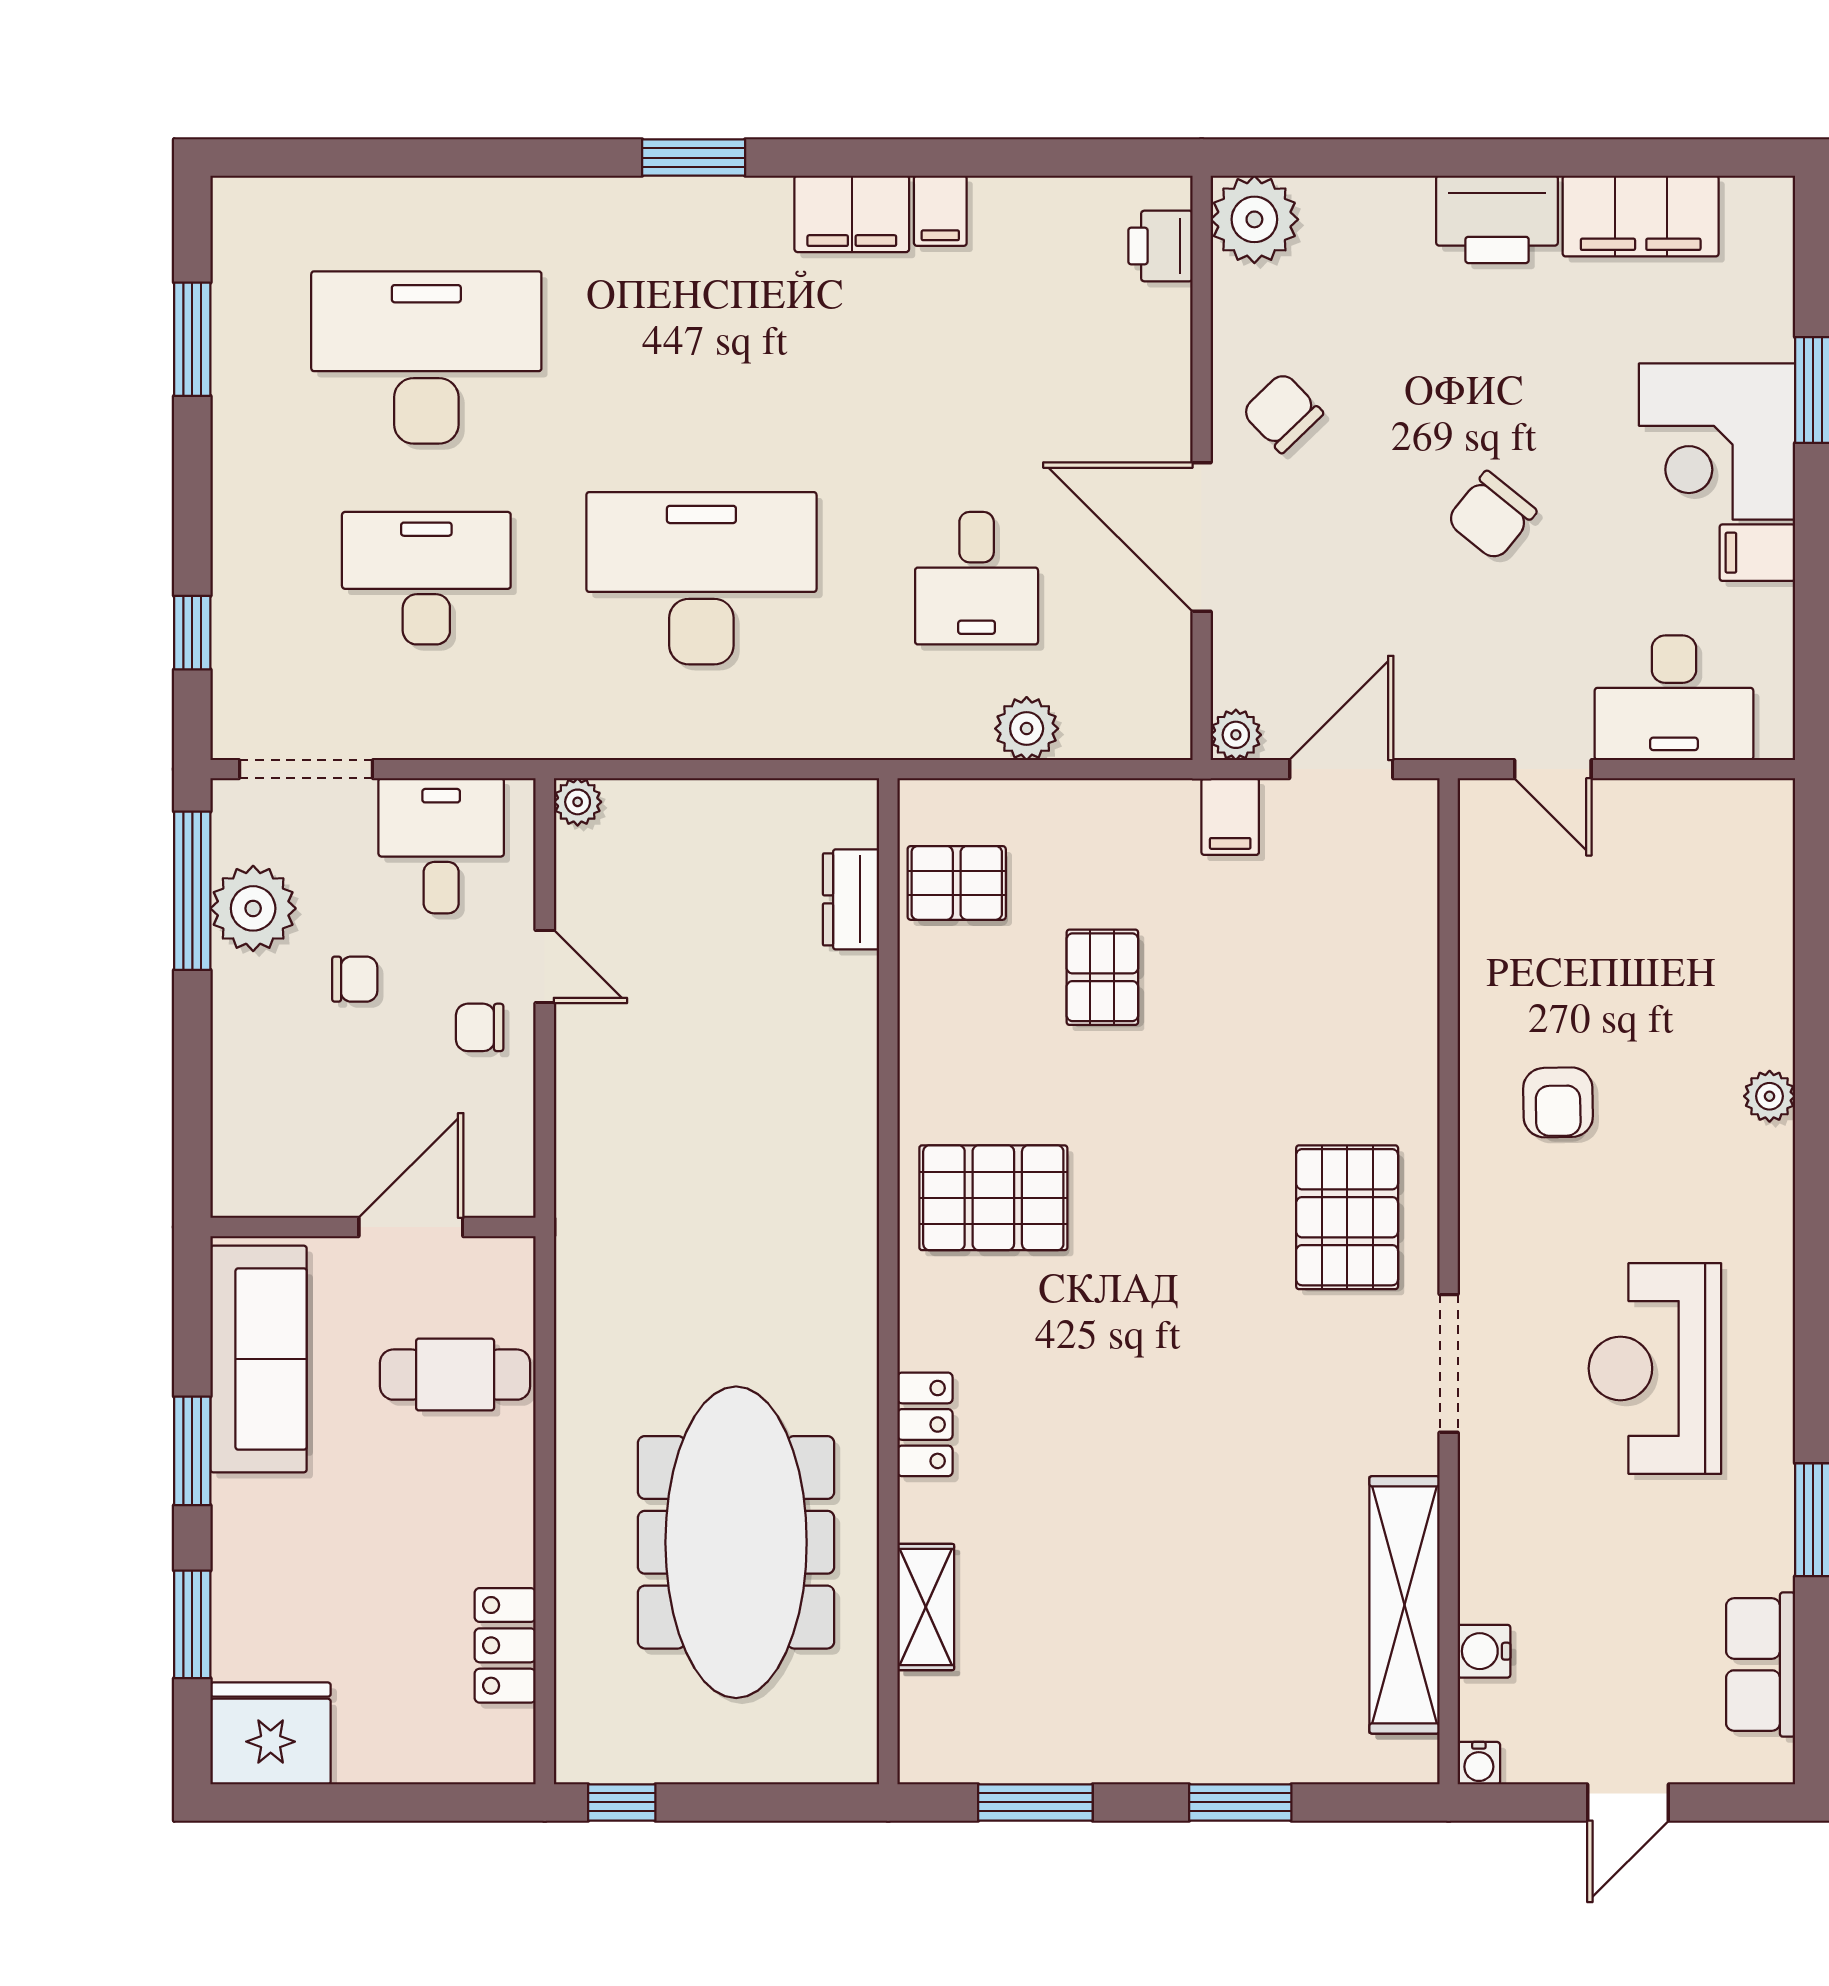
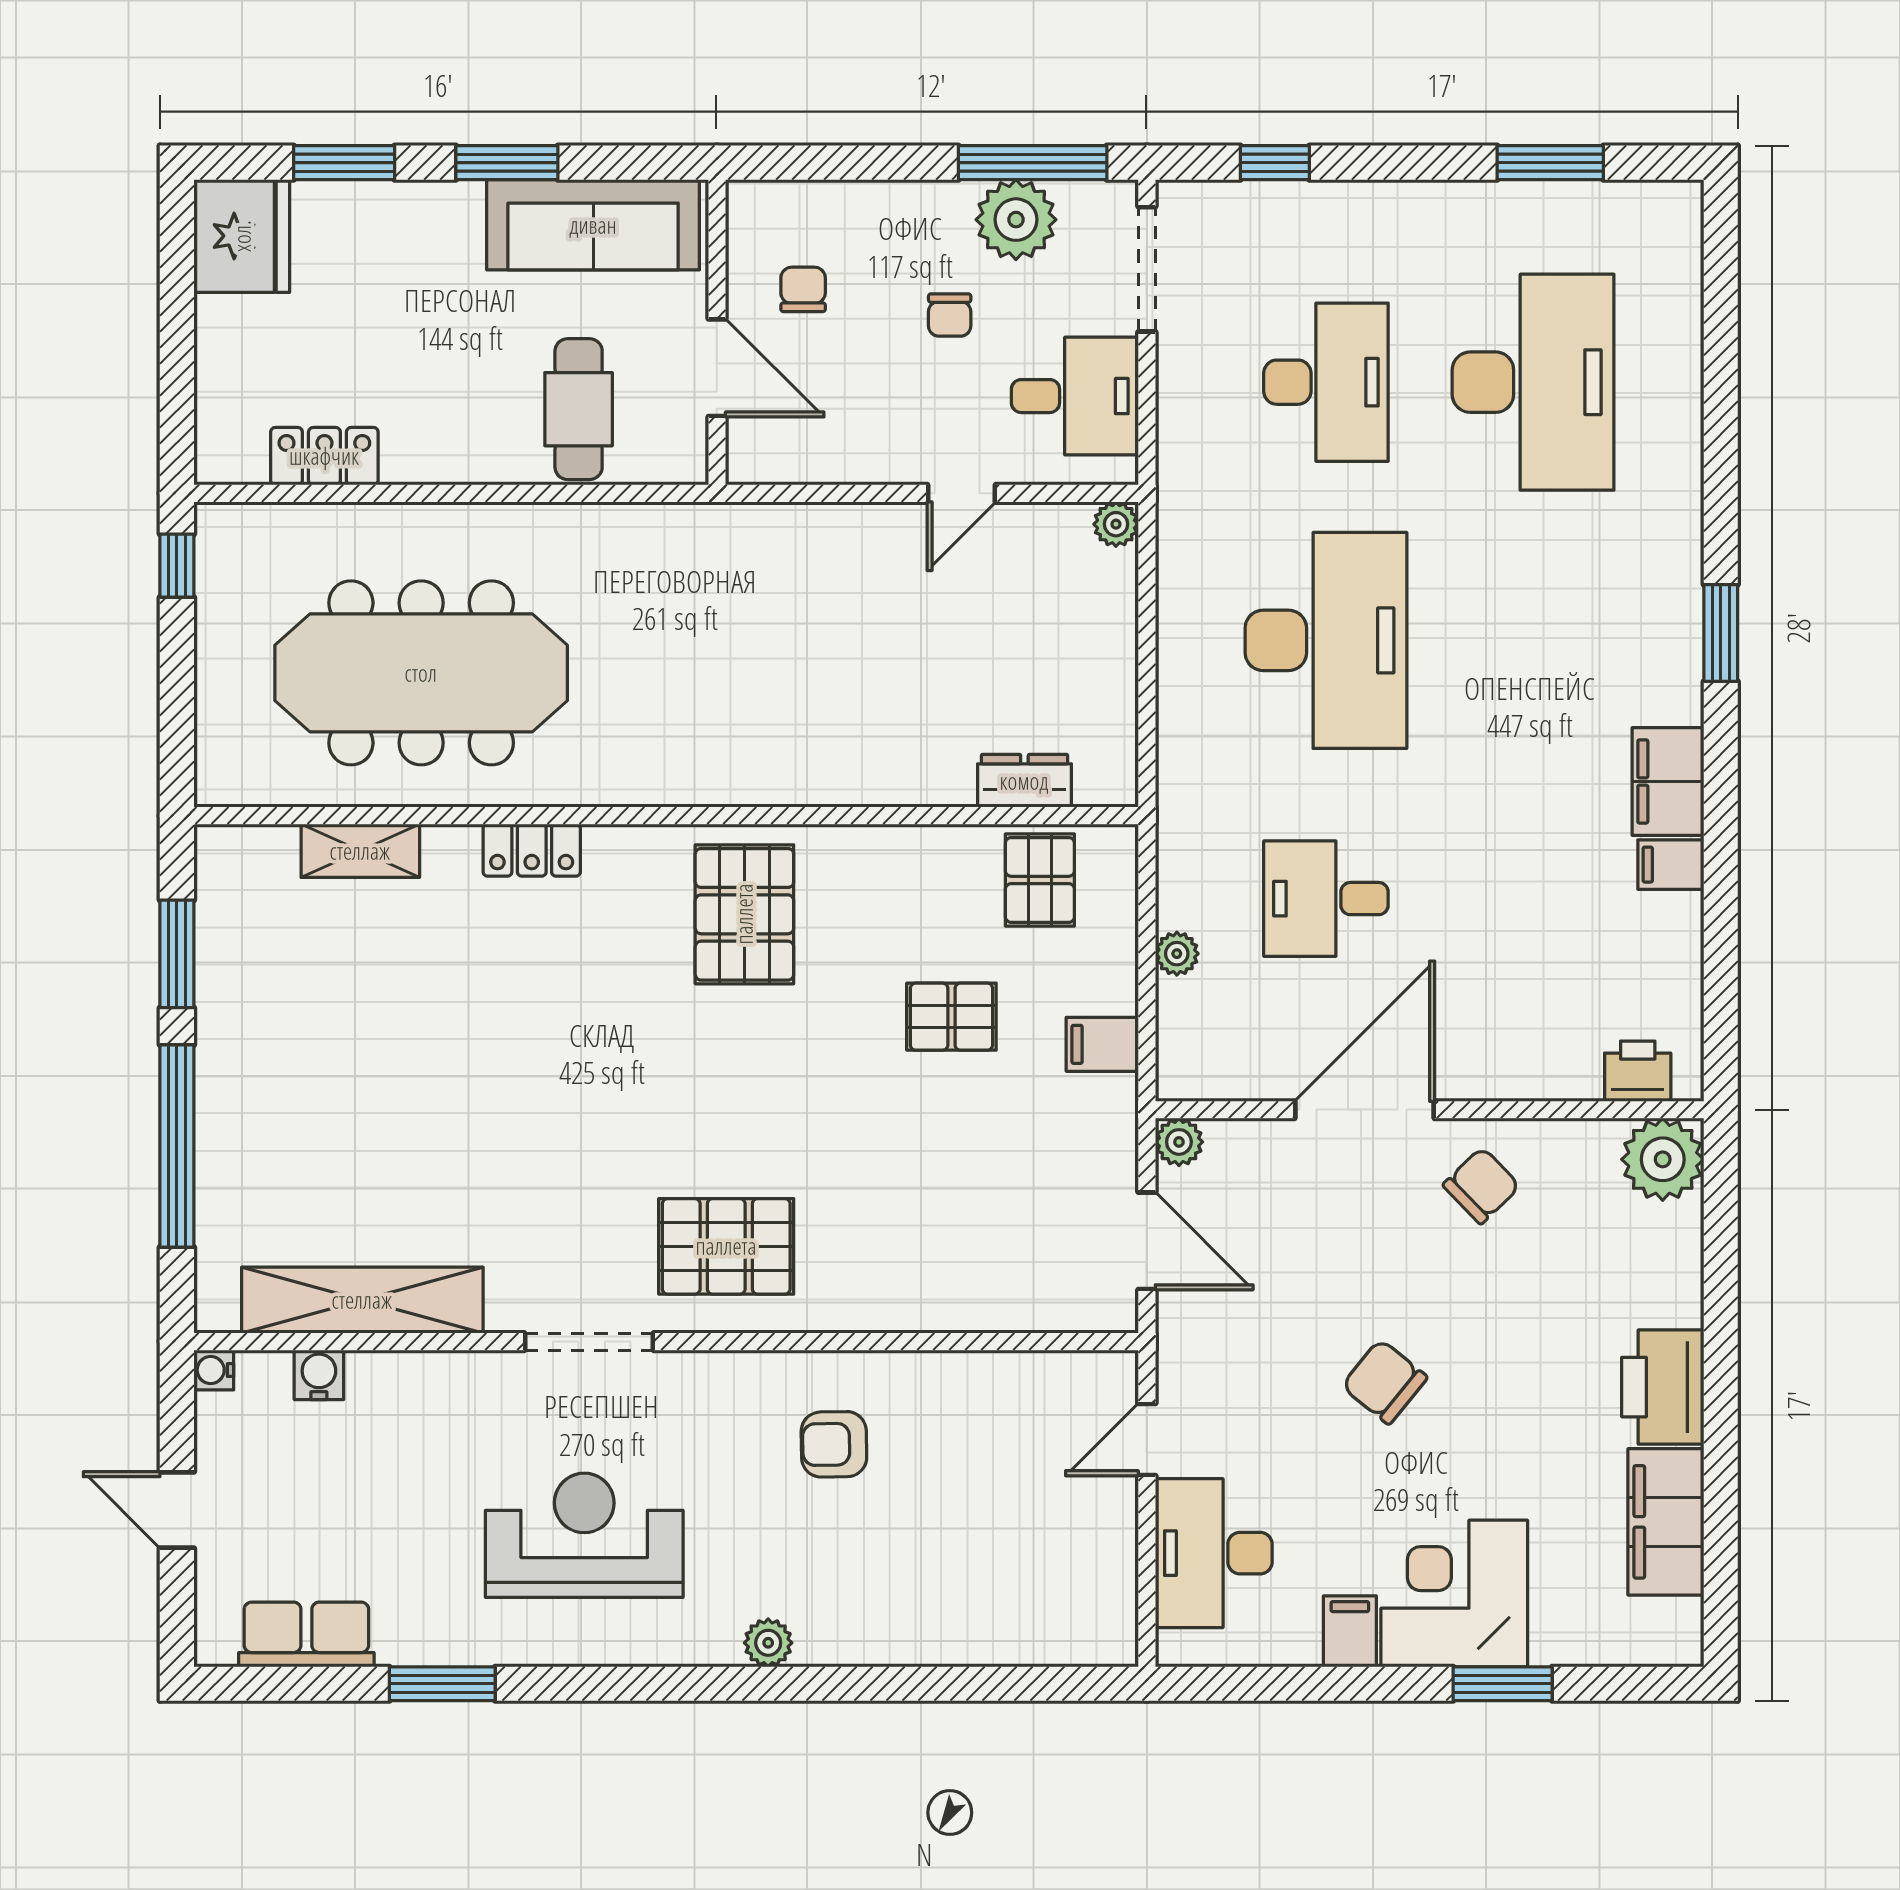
plant: (1027, 729) -> (1177, 954), width x0.73, depth x0.73
filing cabinet: (1230, 817) -> (1102, 1044), moved
chair: (480, 1027) -> (803, 289), moved
plant: (1770, 1096) -> (768, 1643), moved
window: (1240, 1802) -> (177, 1146), width x2.11

